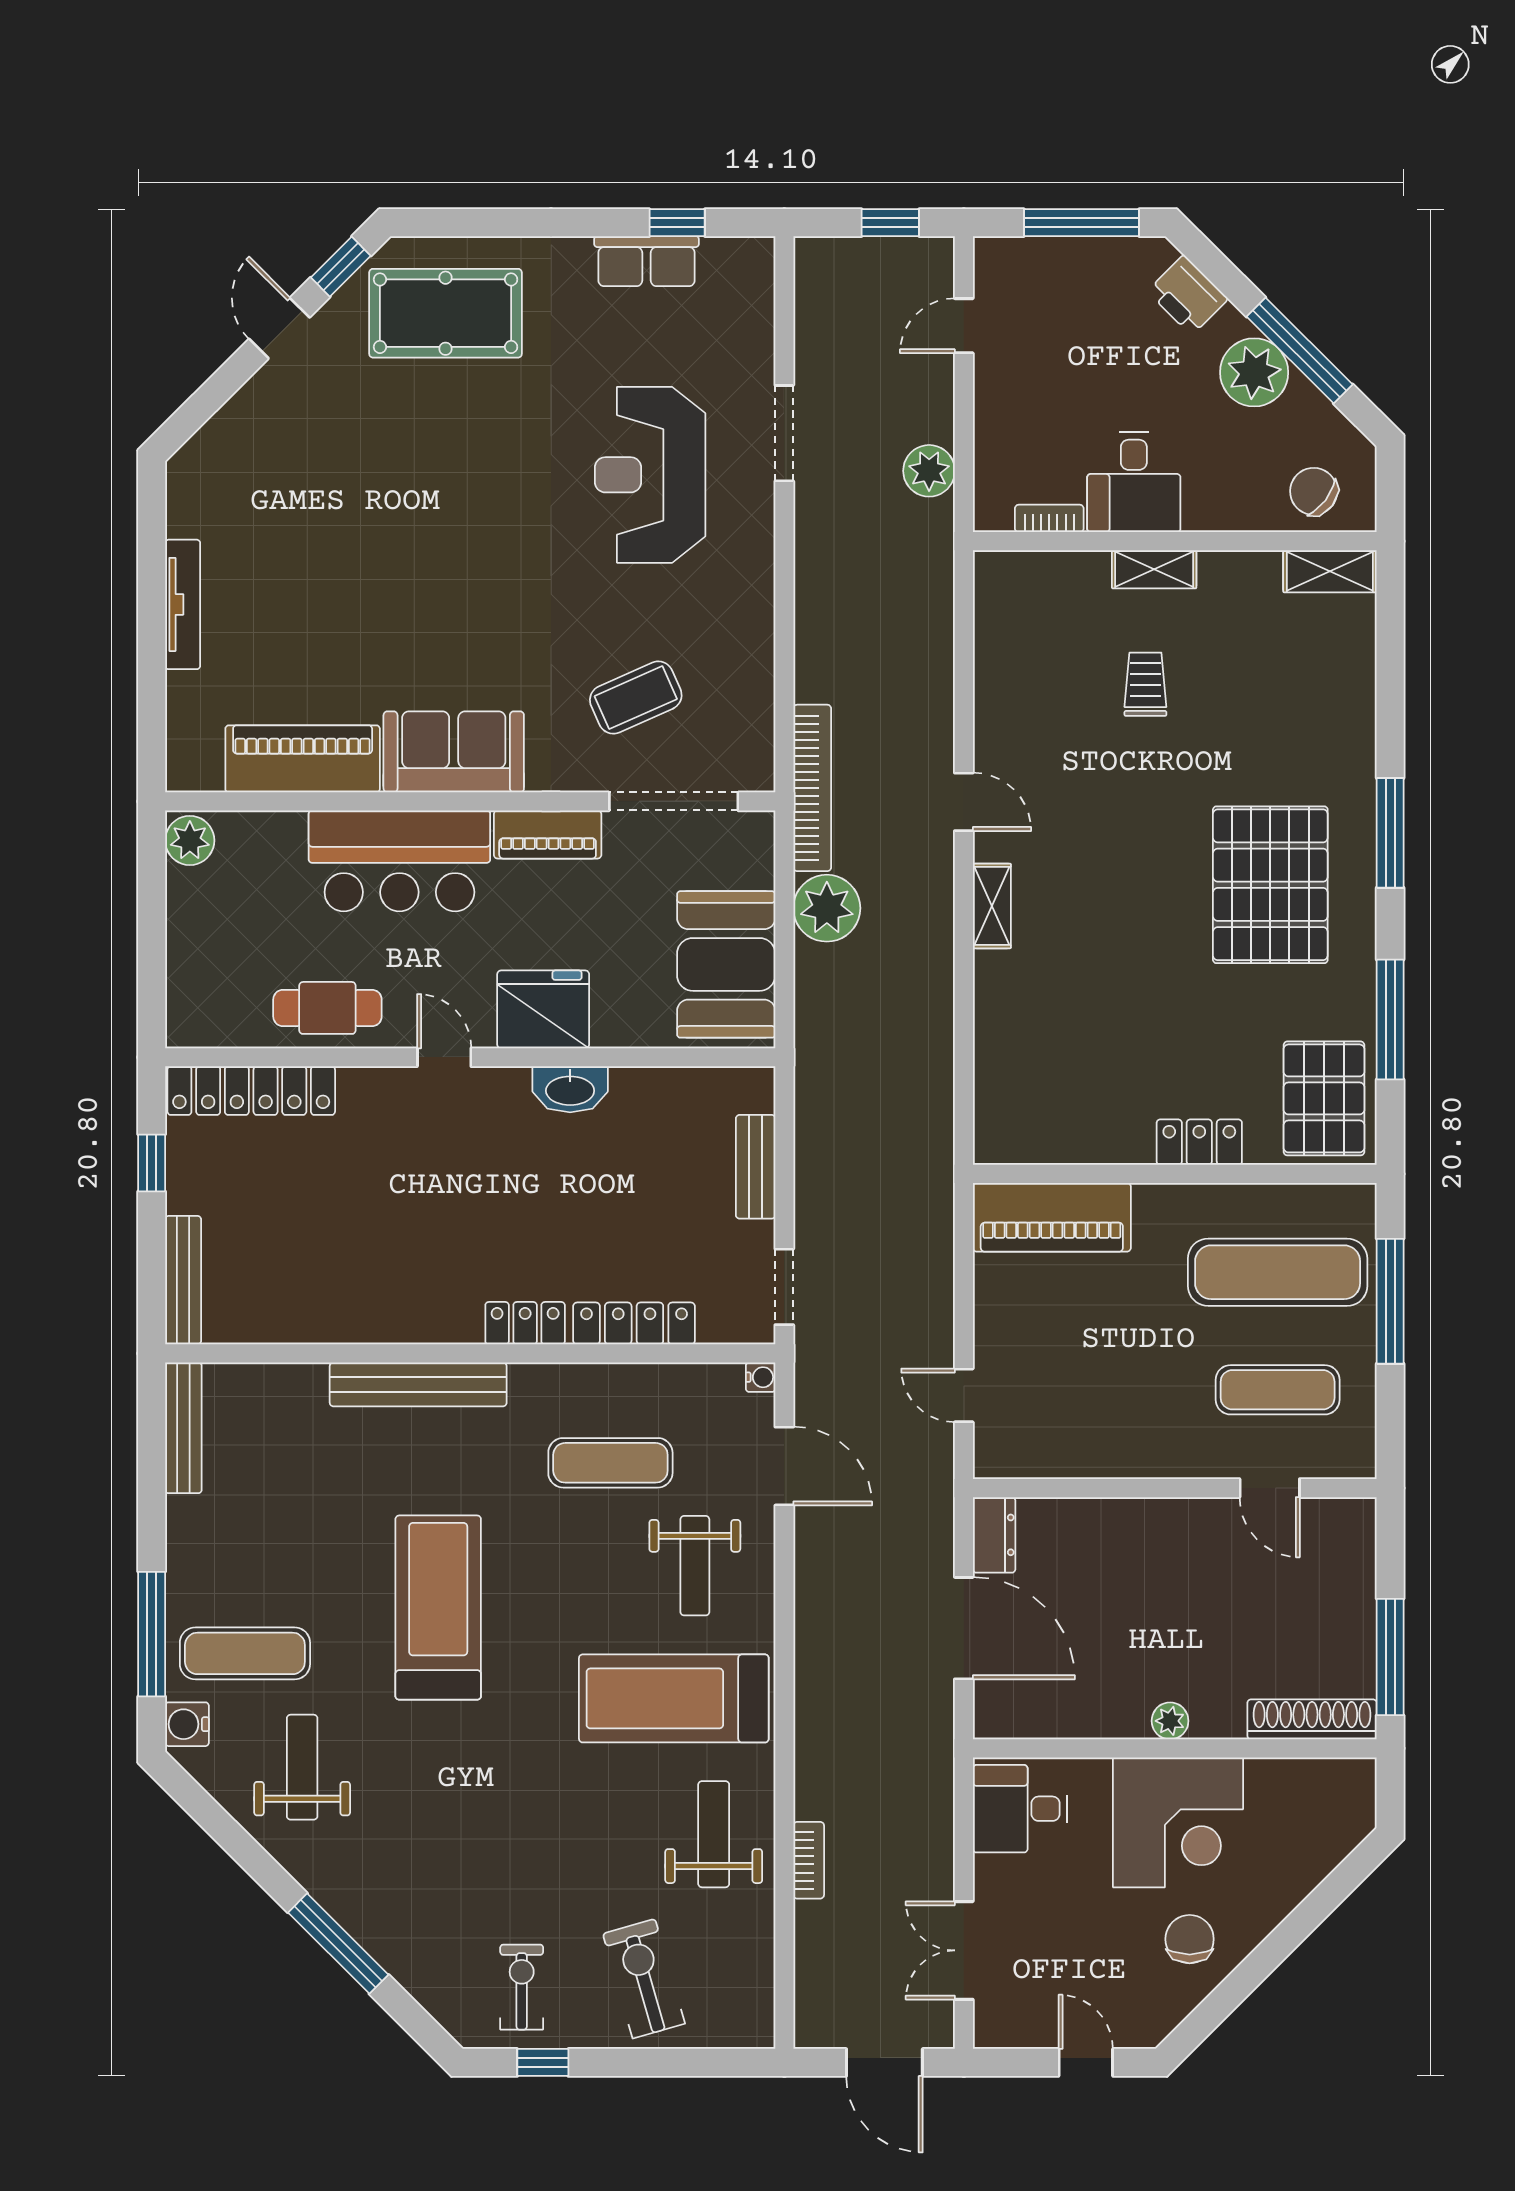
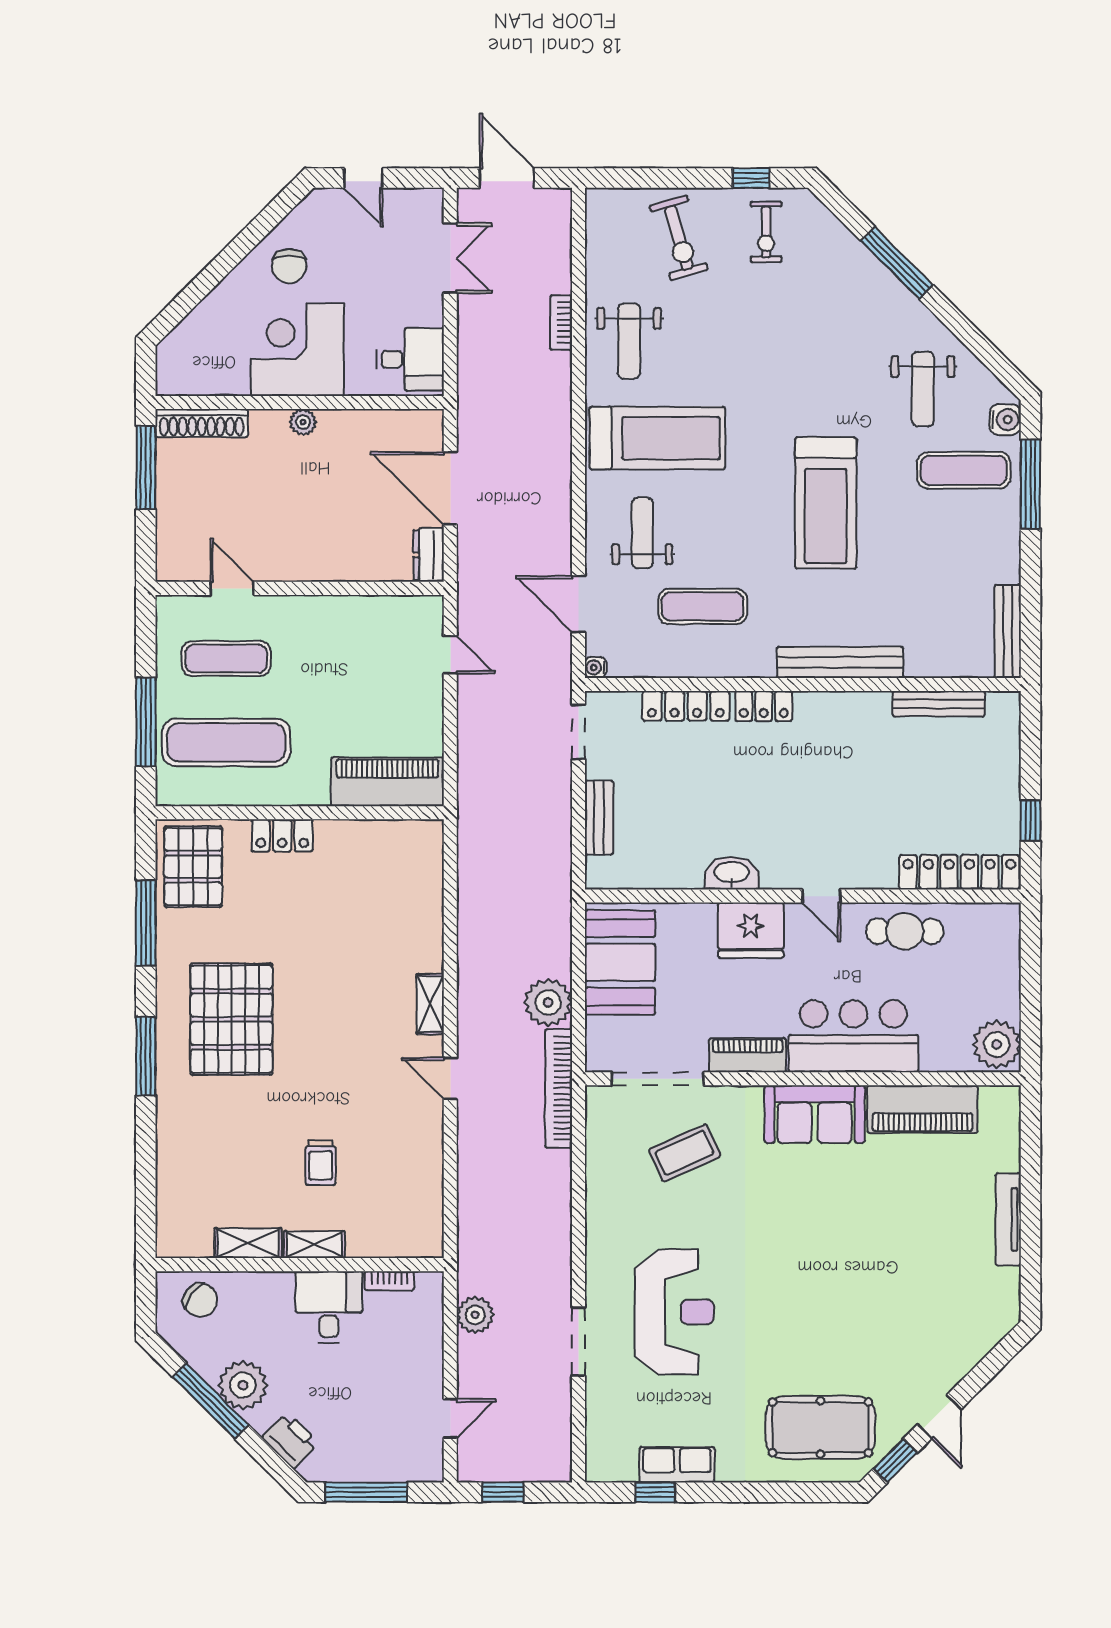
shelving: (1330, 571) -> (248, 1243), moved
plant: (190, 840) -> (997, 1044), width x1.36, depth x1.36
bench: (183, 1280) -> (939, 704), moved, turned 90

